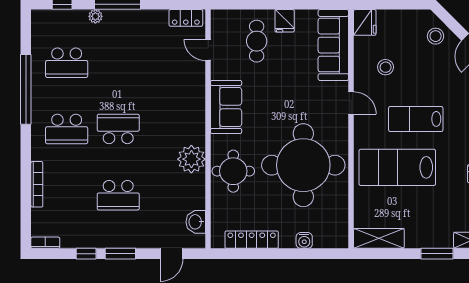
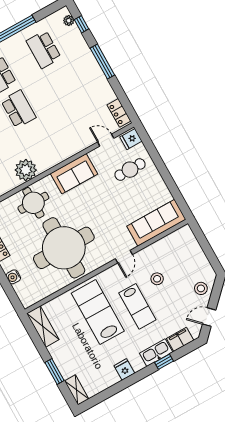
plant: (95, 16) -> (69, 21), moved
fridge: (285, 21) -> (131, 139), moved
fridge: (365, 22) -> (183, 236), removed
door: (208, 50) -> (106, 140), hinge flipped
stool: (386, 67) -> (157, 279), moved
lab bench: (416, 119) -> (137, 306), turned 180

